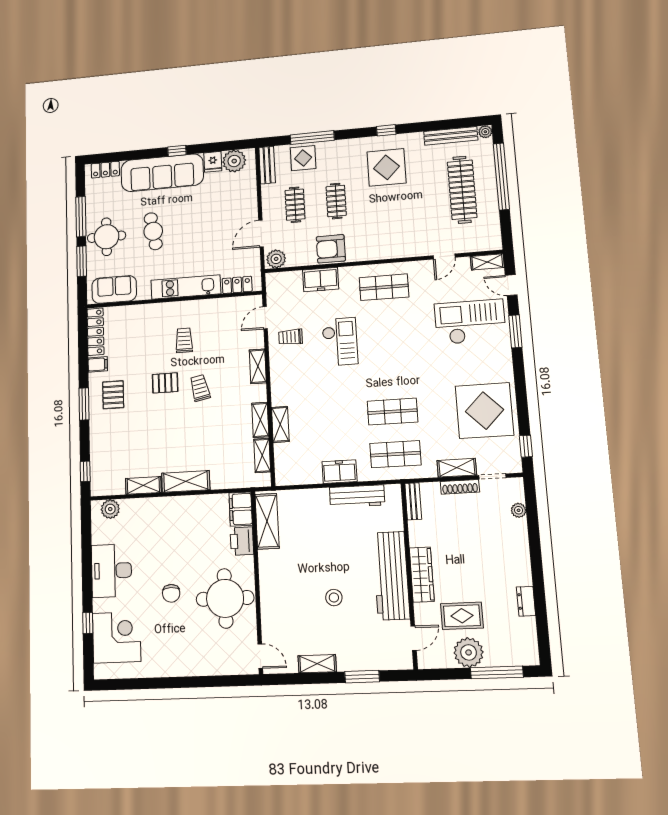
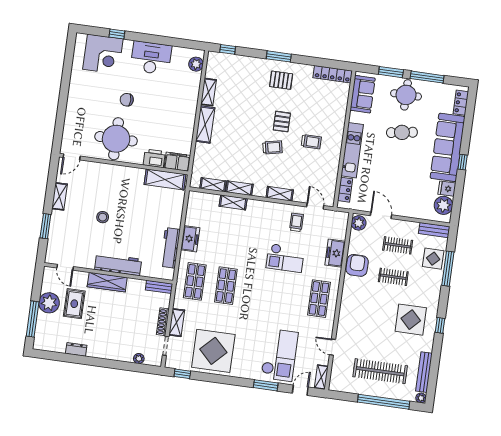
filing cabinet: (98, 364) -> (307, 72), removed
workbench: (391, 576) -> (118, 264), width x0.73, depth x0.76

